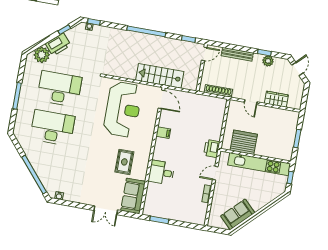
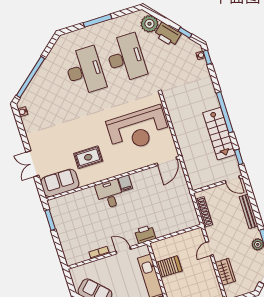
stairs: (160, 76) -> (219, 134), moved, turned 180
filing cabinet: (163, 133) -> (125, 183), moved
server rack: (244, 142) -> (169, 267), width x0.62
desk: (161, 172) -> (110, 194), moved

